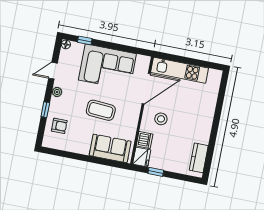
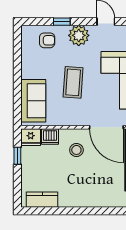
plant: (57, 92) -> (79, 35), width x1.87, depth x1.87
armchair: (59, 126) -> (47, 40), turned -90

